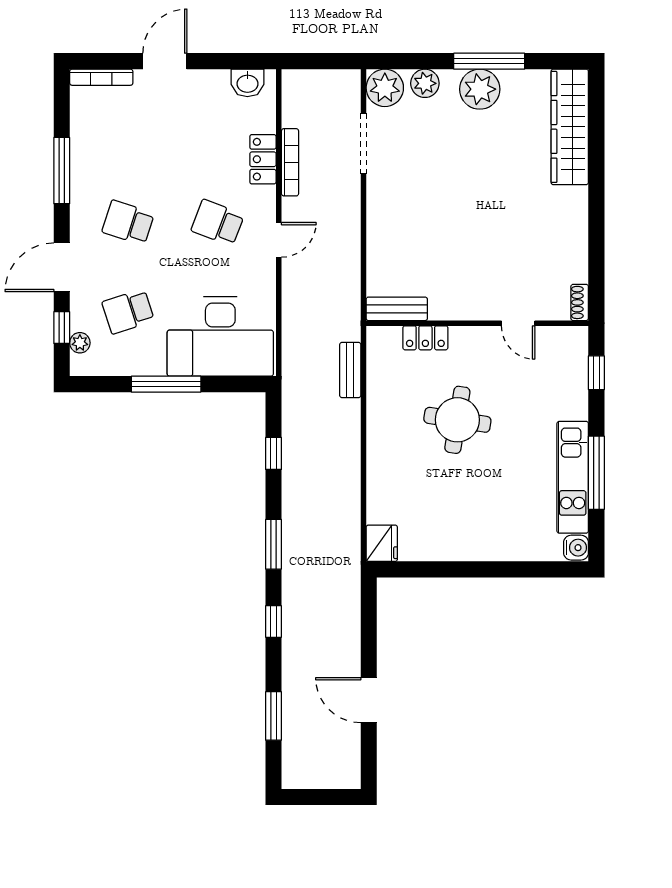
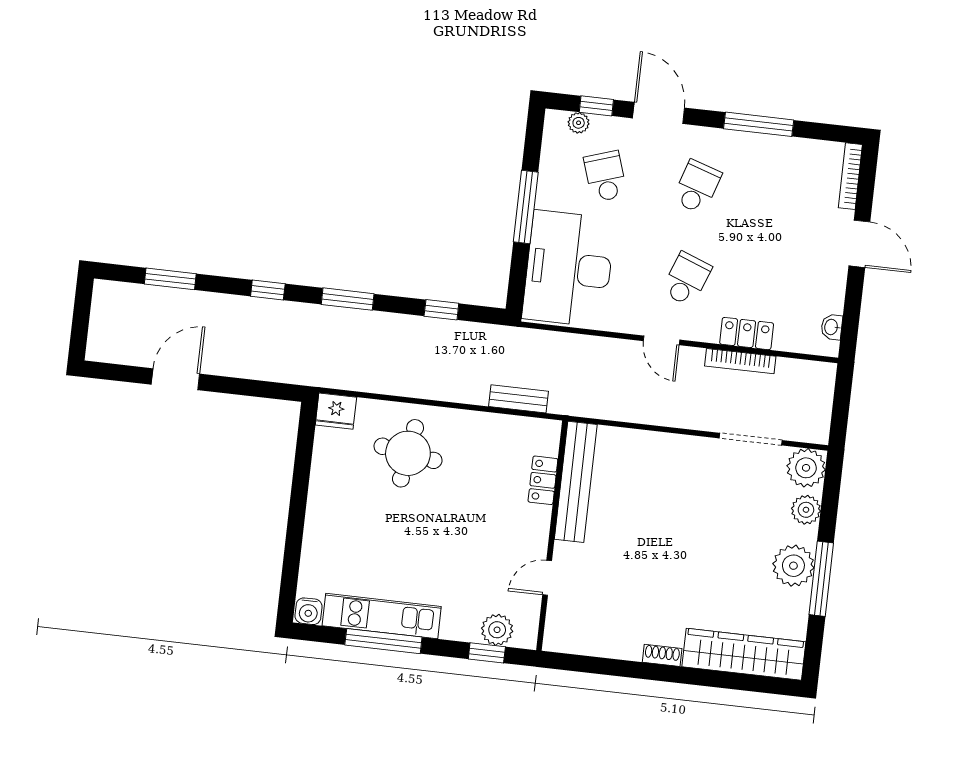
washbasin: (247, 83) -> (832, 327), width x0.72, depth x0.69
shoe rack: (580, 302) -> (662, 655), moved
bench: (397, 309) -> (576, 482), width x1.86, depth x1.21
plant: (573, 365) -> (497, 630), added
round table: (457, 420) -> (408, 453), moved

